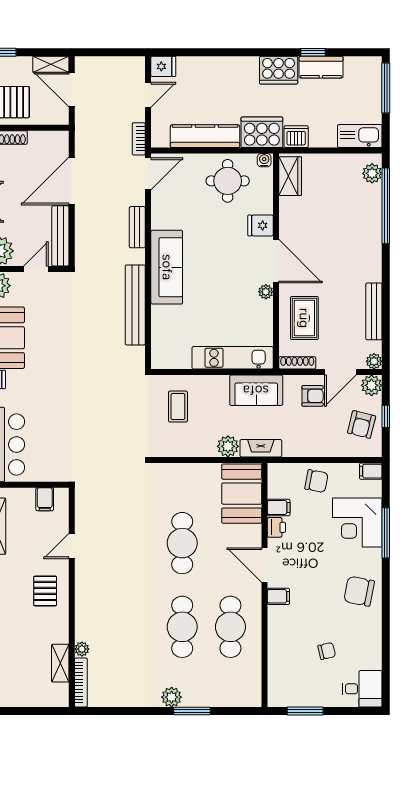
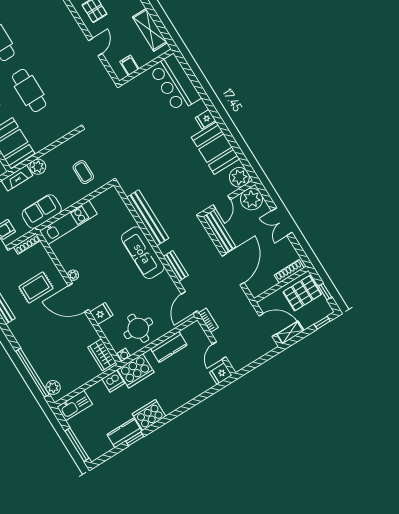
kitchen counter: (205, 136) -> (169, 347), width x0.67
rug: (304, 318) -> (36, 288), moved, turned 90

